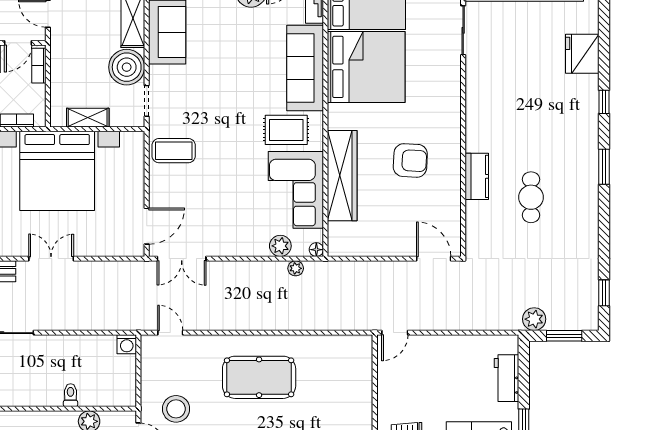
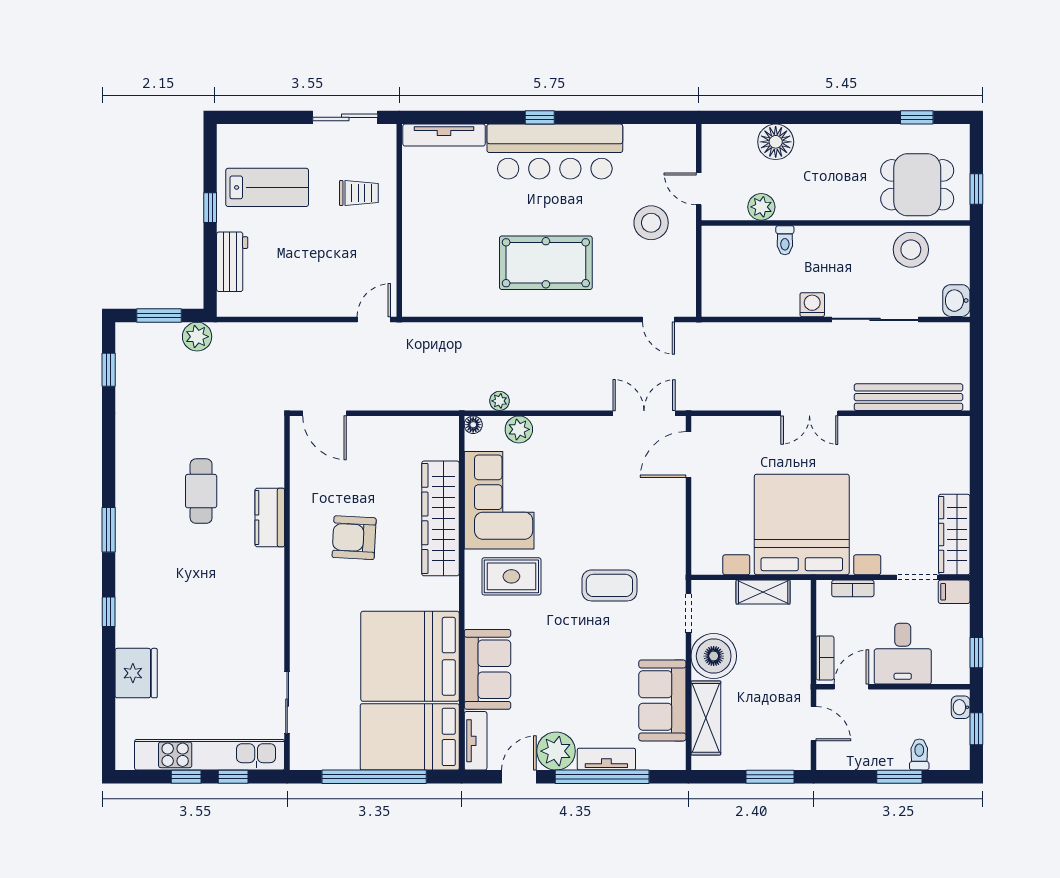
sofa: (305, 68) -> (487, 669), width x0.73
coffee table: (174, 151) -> (609, 585), moved
washing machine: (127, 344) -> (812, 305), moved

